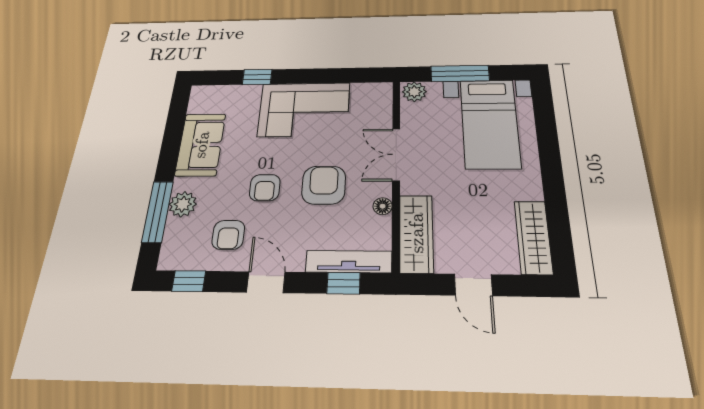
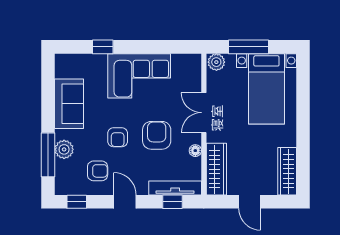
armchair: (228, 235) -> (98, 171), turned -90

